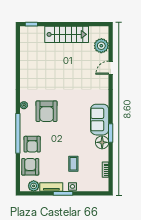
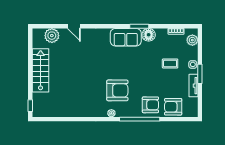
plant: (34, 186) -> (192, 40), moved

